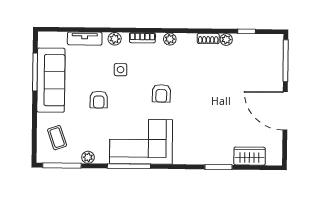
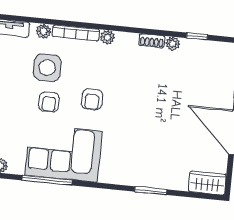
bookcase: (142, 38) -> (76, 33), width x1.56
side table: (121, 70) -> (47, 68), width x1.87, depth x1.87
armchair: (99, 100) -> (49, 102), moved
wardrobe: (250, 156) -> (207, 183), moved

